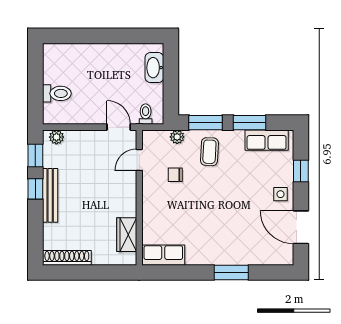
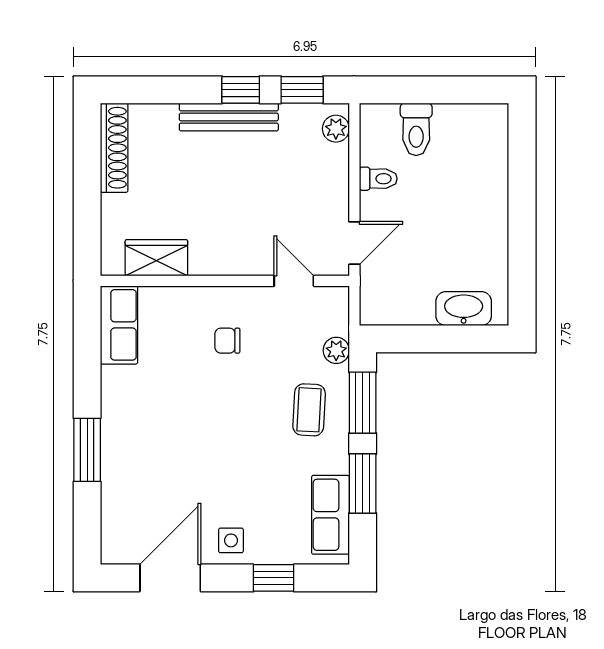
toilet: (146, 114) -> (378, 179), moved
coffee table: (209, 152) -> (309, 410), turned 90
chair: (175, 175) -> (227, 341), moved, turned -90

